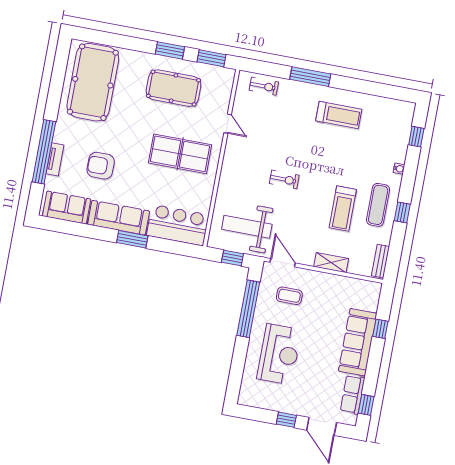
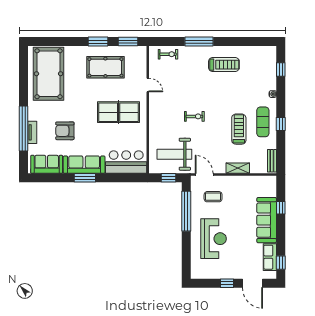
treadmill: (343, 209) -> (239, 129), turned 180
window: (132, 239) -> (85, 178), moved

